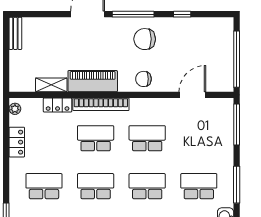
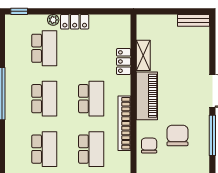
chair: (145, 39) -> (177, 135), moved
bookcase: (101, 104) -> (124, 123), moved
plant: (15, 109) -> (53, 20), moved
locker: (17, 142) -> (75, 22), moved

